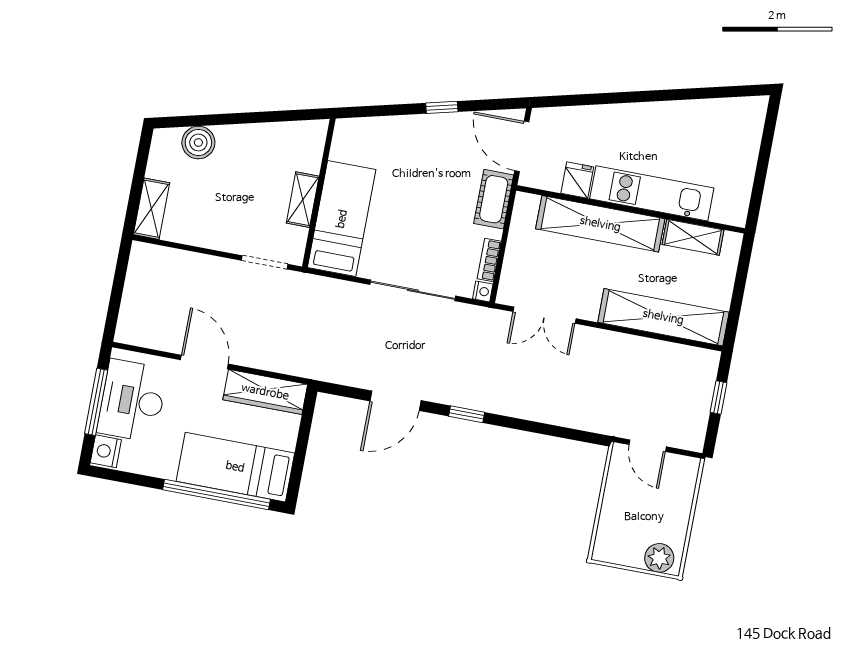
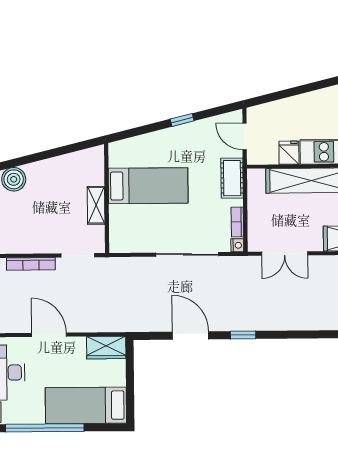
door: (522, 146) -> (245, 136), width x0.73
bed: (342, 219) -> (148, 186), moved, turned 90
bookcase: (199, 261) -> (31, 264), added
wardrobe: (265, 392) -> (106, 348), width x0.67
door: (395, 401) -> (190, 336), swing flipped
window: (216, 495) -> (45, 428), moved

